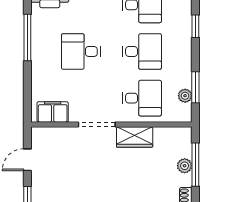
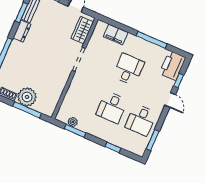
desk: (142, 98) -> (83, 95), removed
filing cabinet: (53, 112) -> (116, 34), moved, turned 90
wardrobe: (135, 137) -> (82, 30), moved
plant: (185, 166) -> (27, 97), width x1.88, depth x1.88

